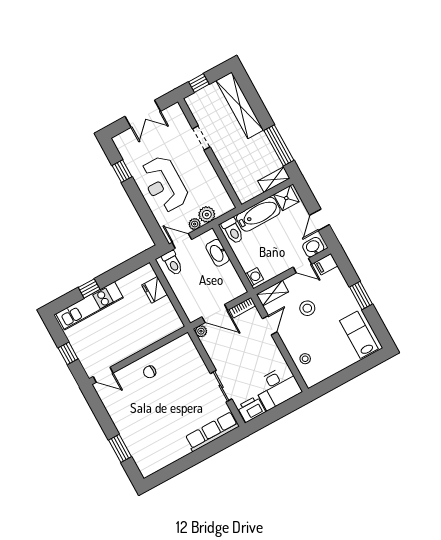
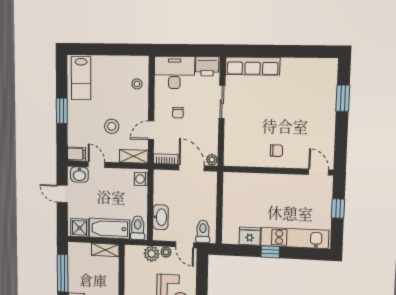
shelving: (274, 180) -> (105, 250), moved
door: (320, 220) -> (62, 194), swing flipped
window: (89, 288) -> (270, 252), moved
fridge: (155, 290) -> (250, 236), moved, turned -90
chair: (254, 355) -> (178, 113), added

